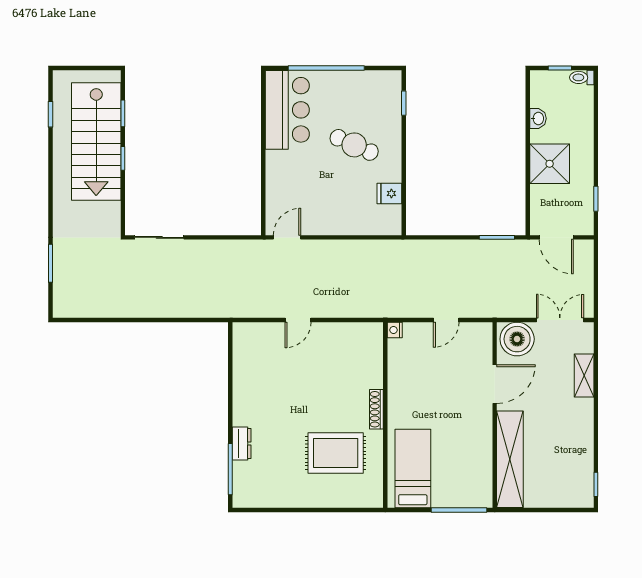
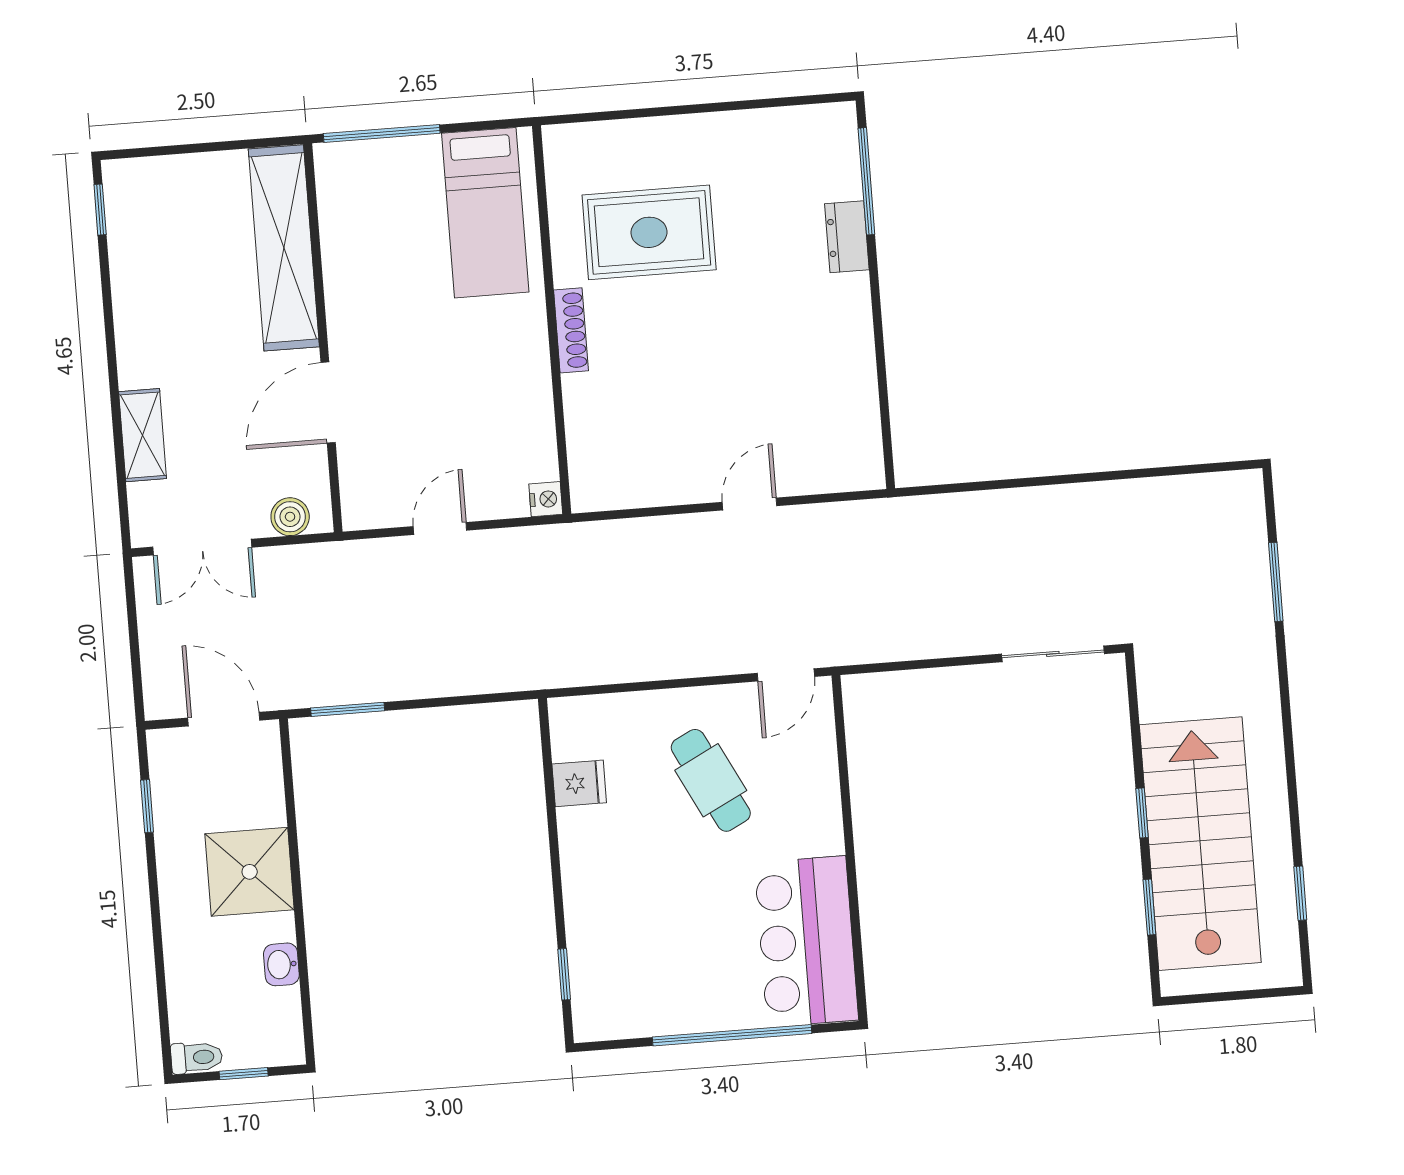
cafe table: (354, 145) -> (711, 780), moved, turned 39
boiler: (517, 339) -> (290, 517), width x0.54, depth x0.54

